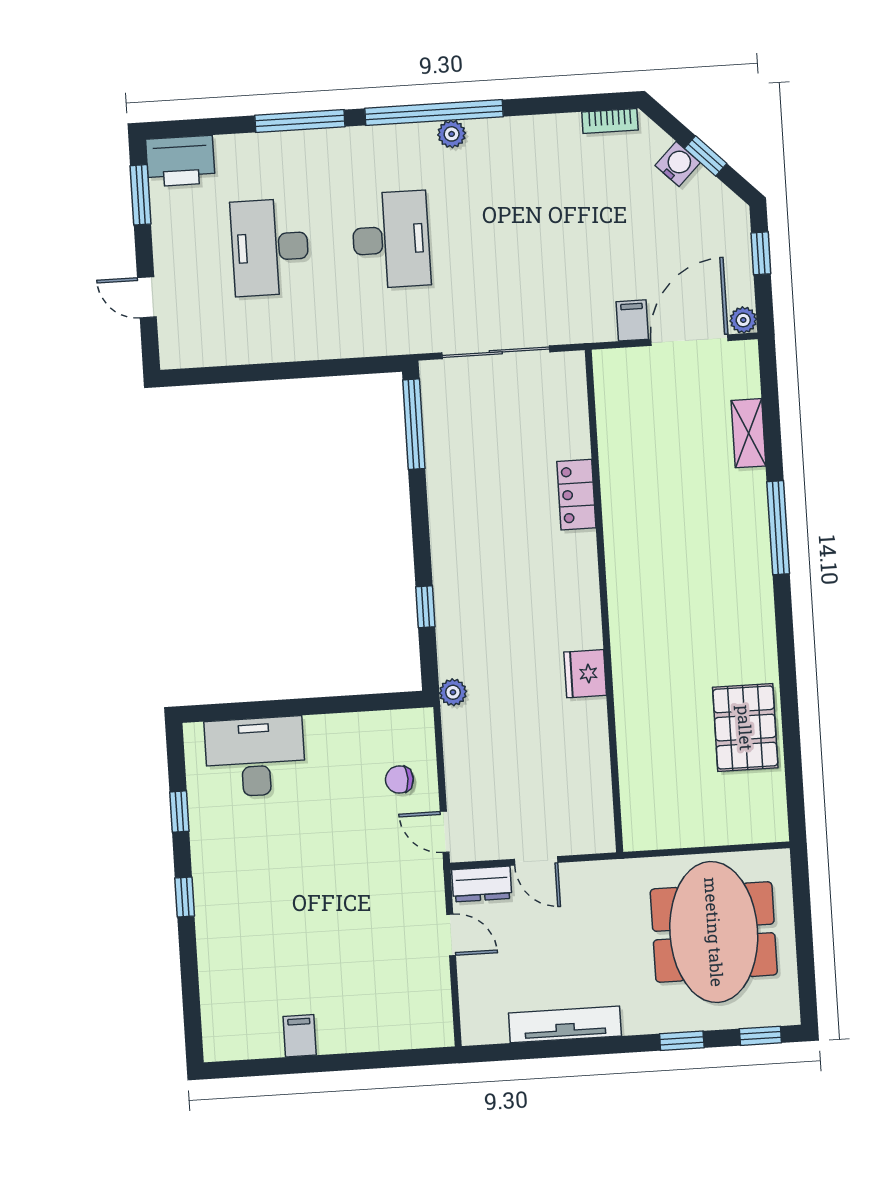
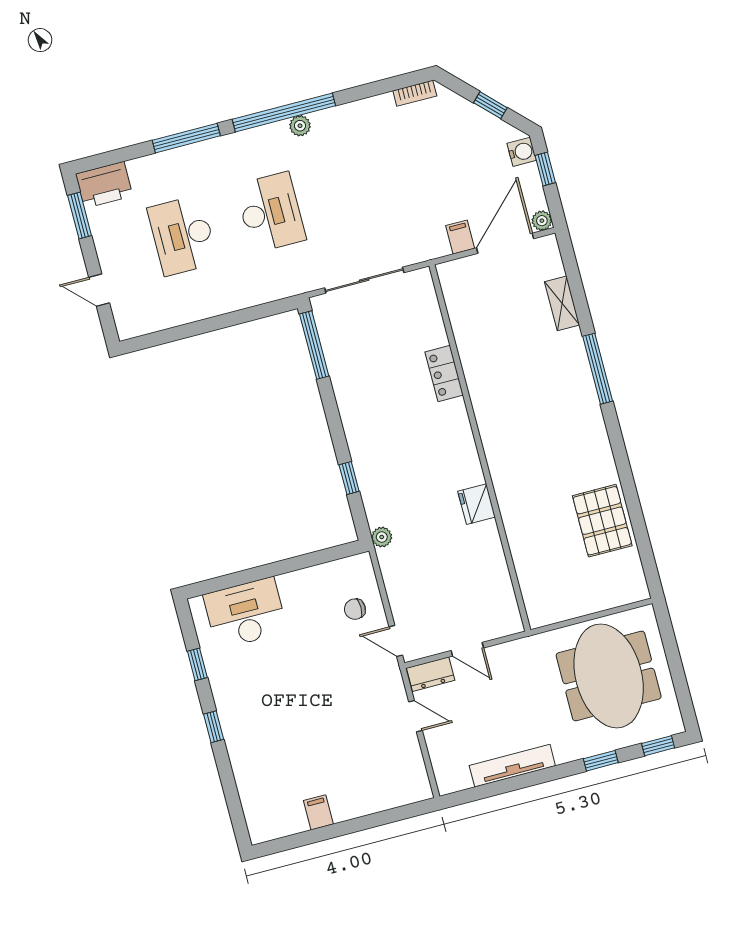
water cooler: (678, 164) -> (522, 152), moved, turned 45

